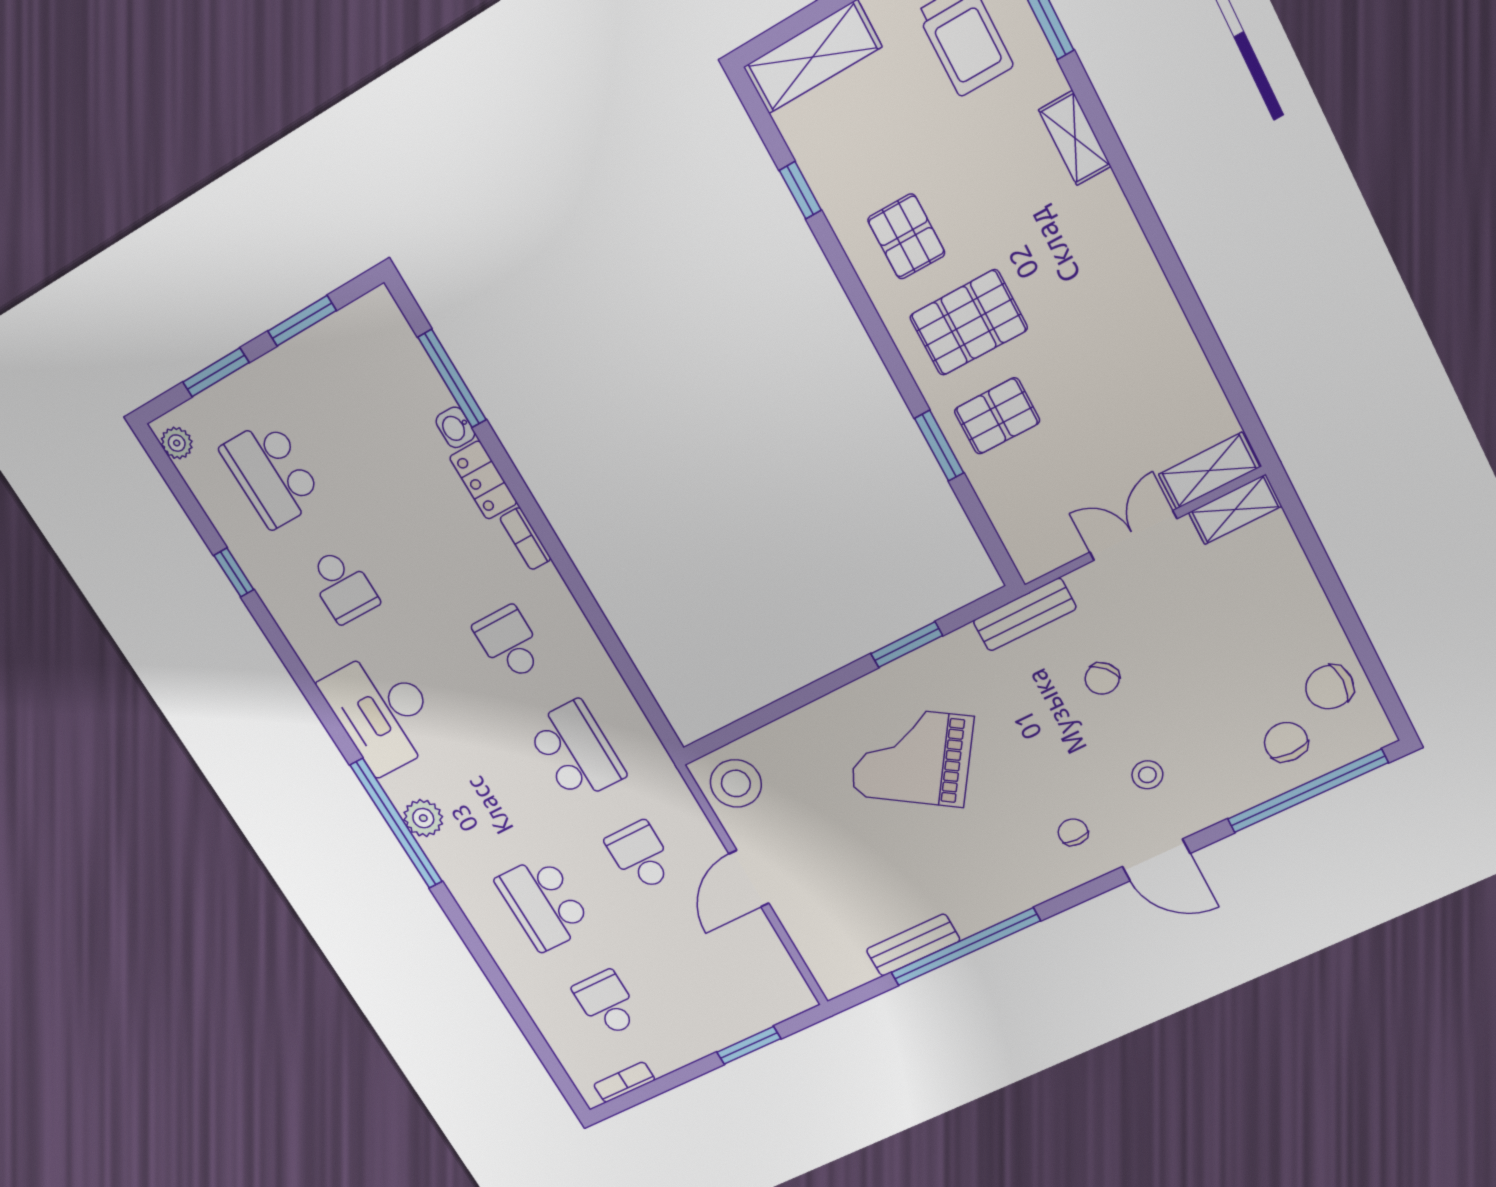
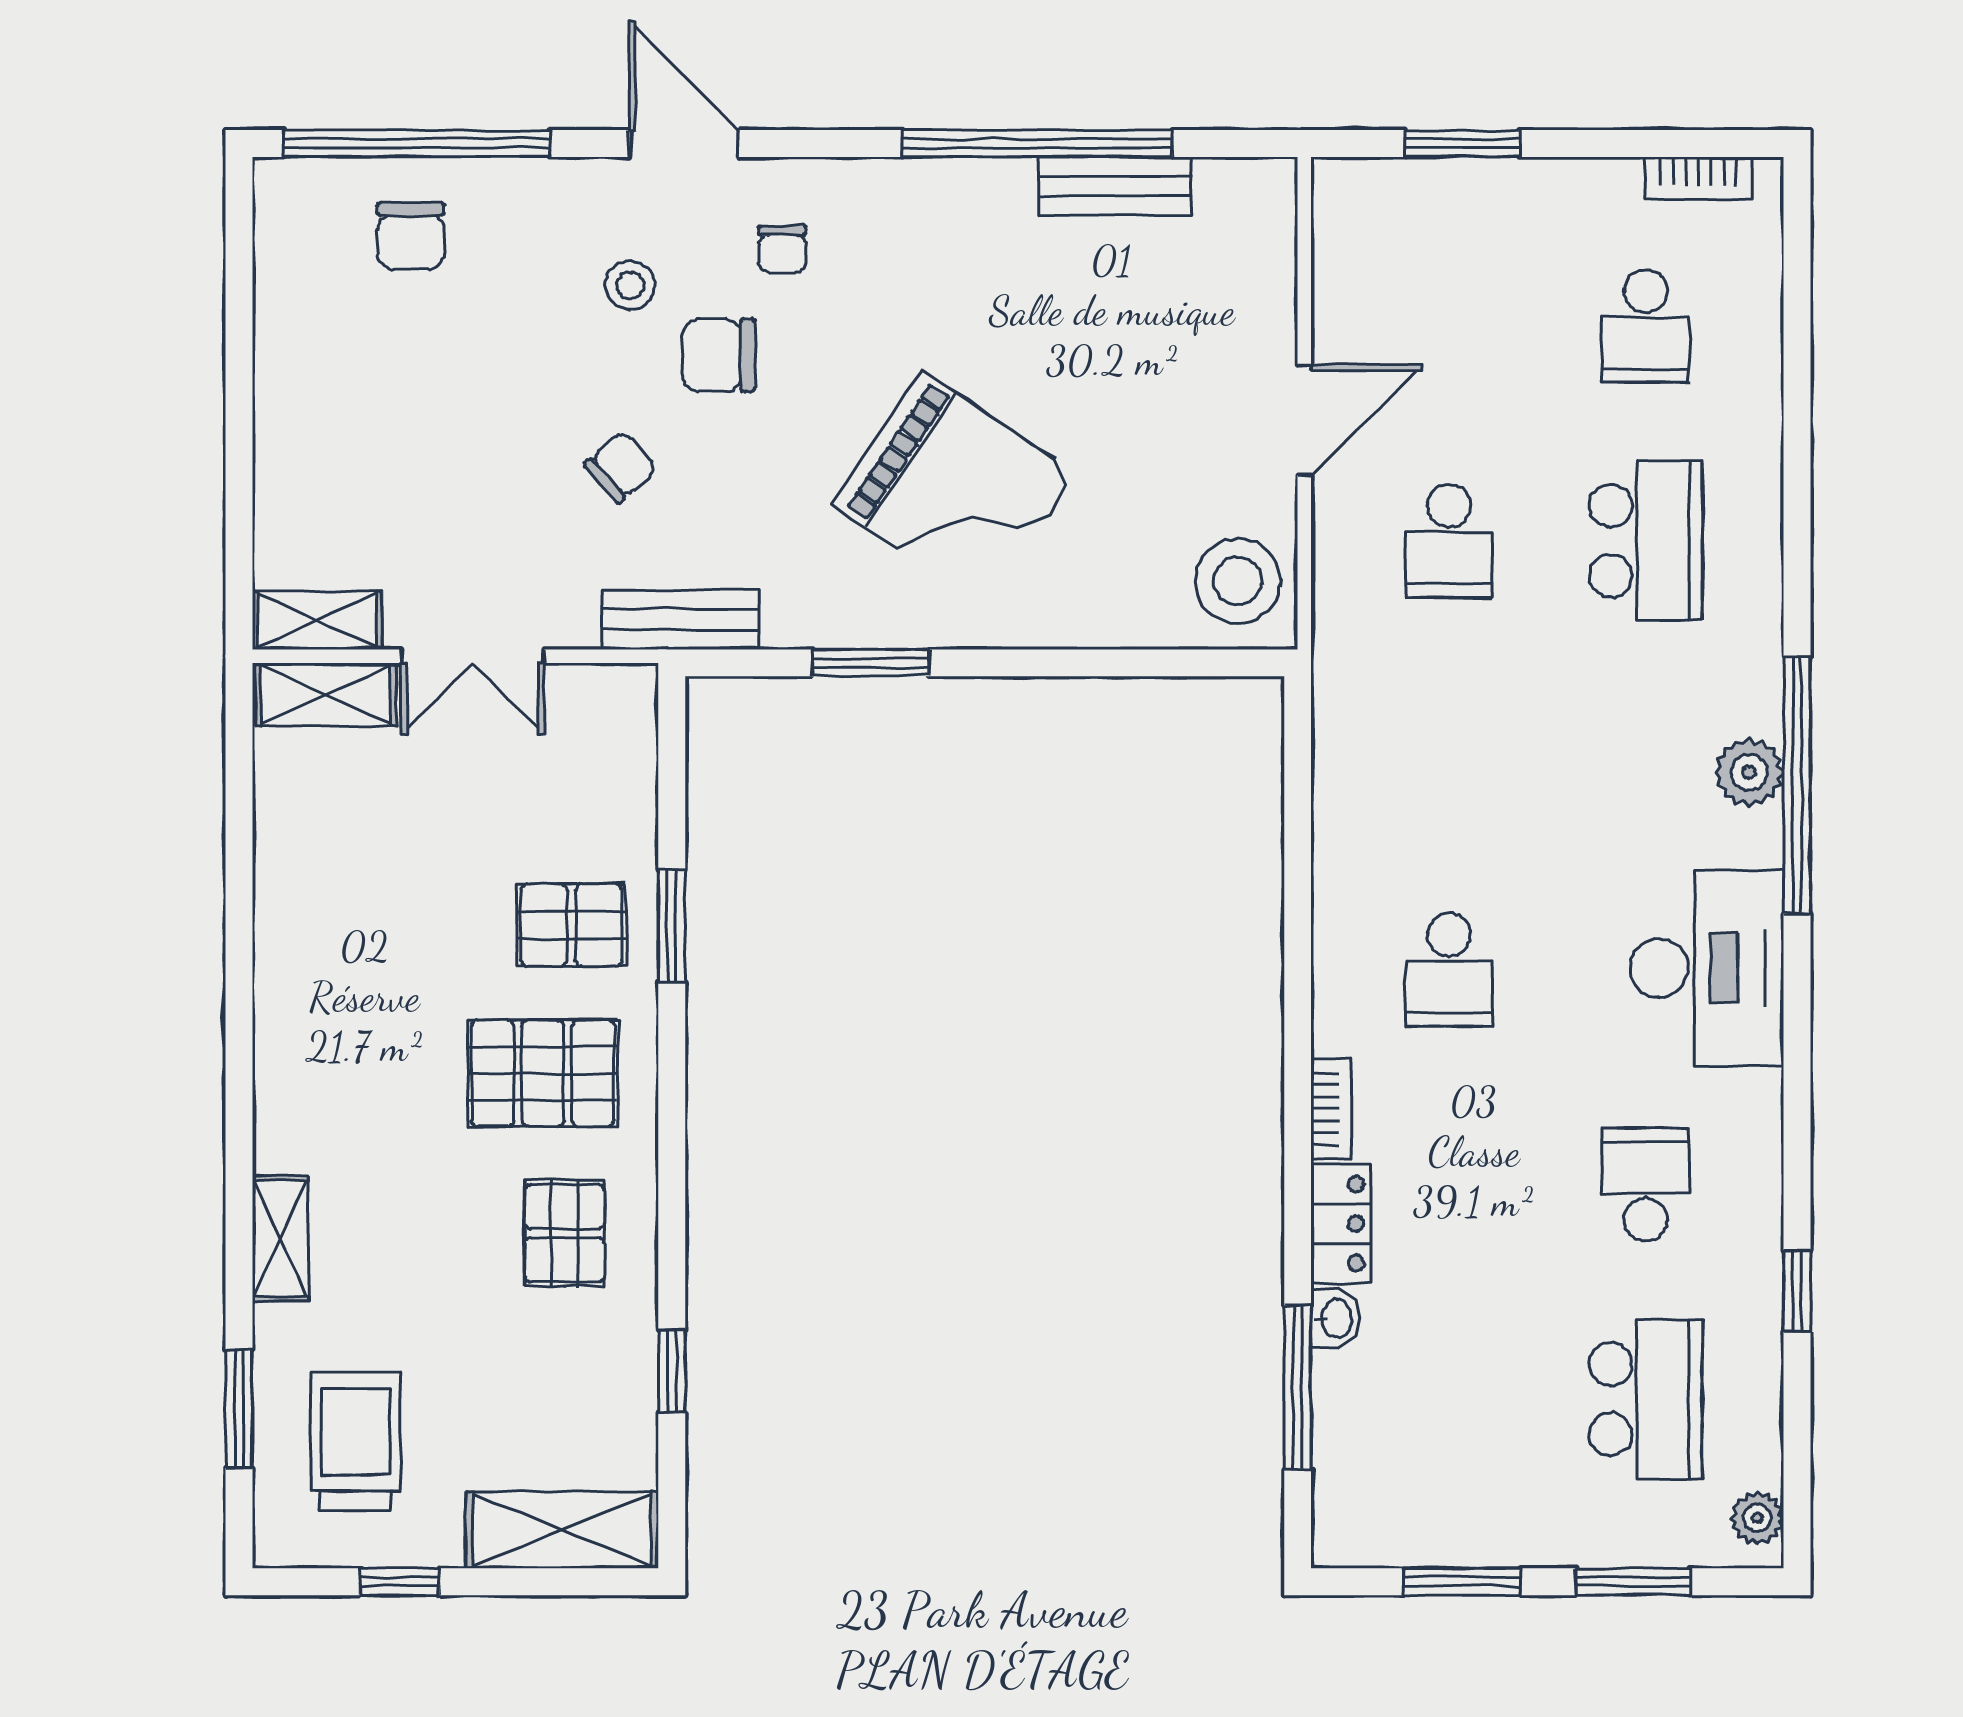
chair: (1330, 687) -> (719, 355), moved, turned 180
school desk: (576, 751) -> (1449, 755), removed

